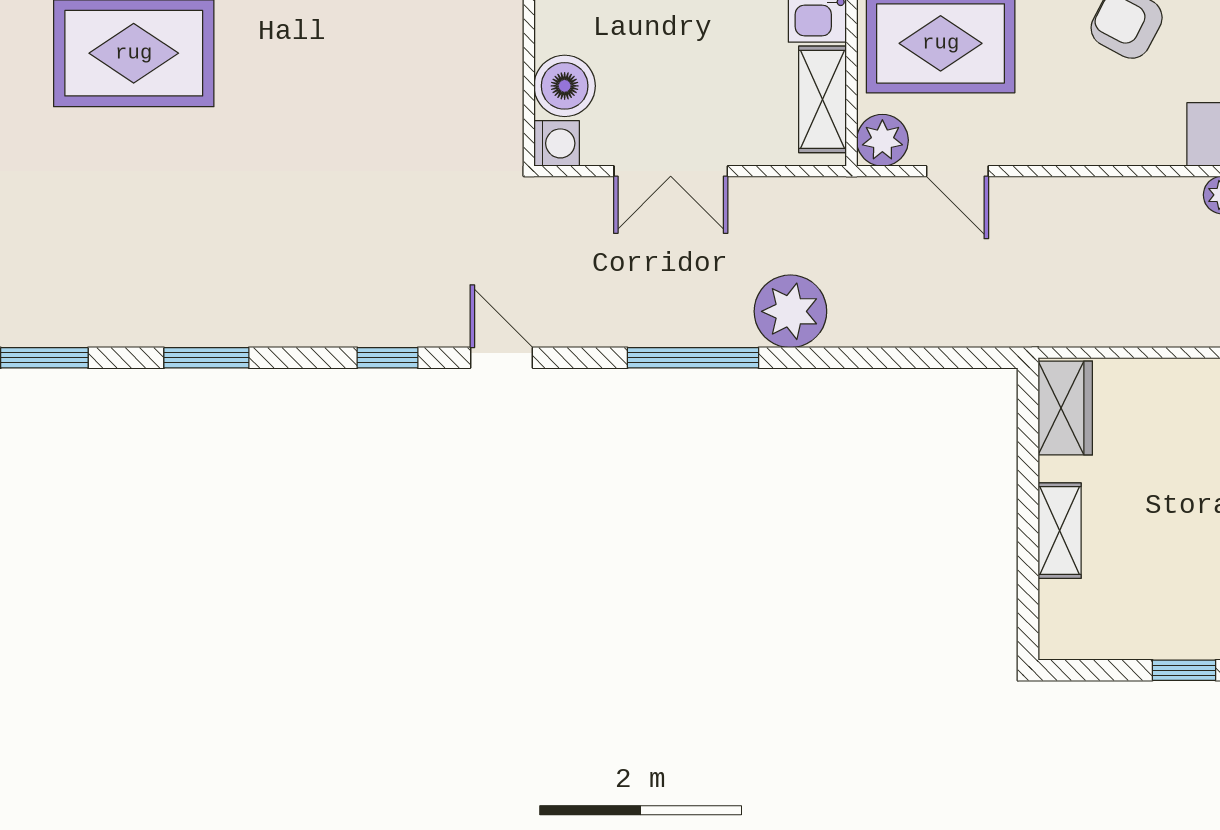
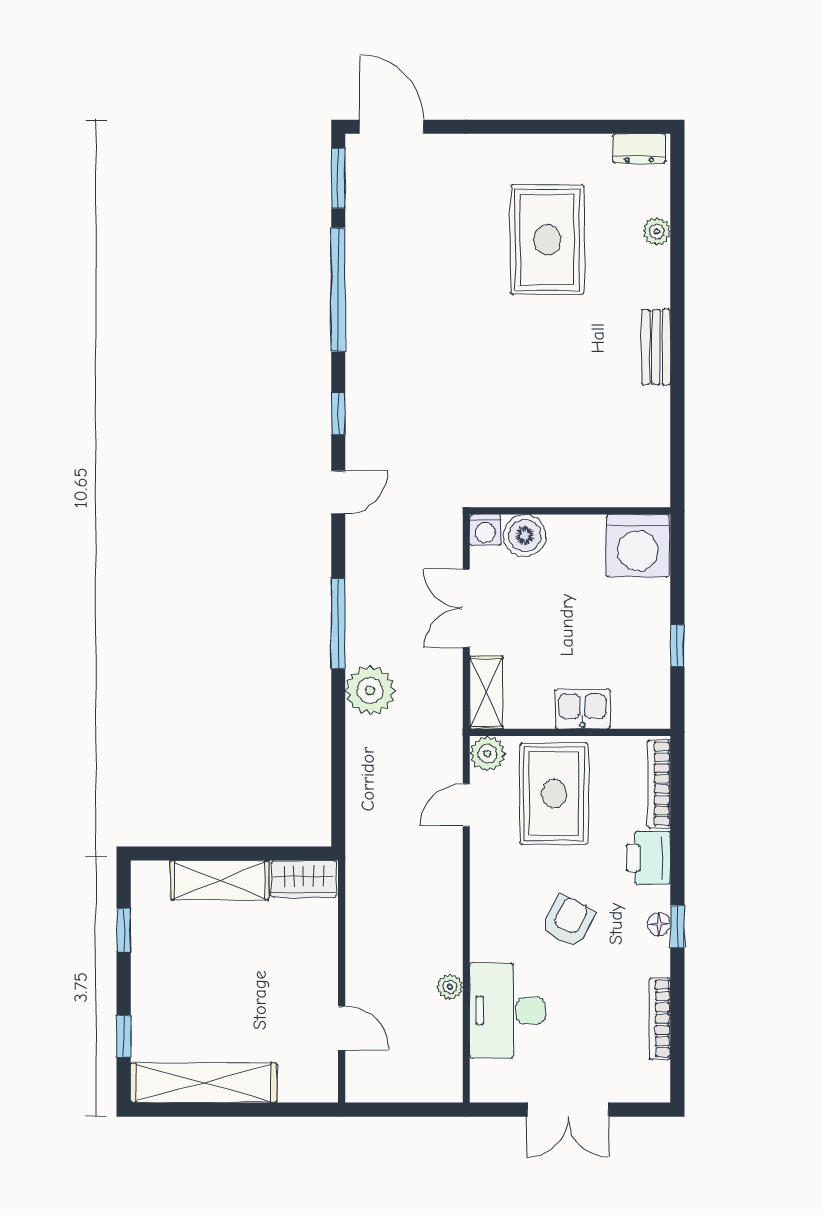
shelving: (823, 99) -> (486, 692), moved, turned 90
window: (206, 358) -> (338, 290), width x2.11
shelving: (1060, 531) -> (220, 880), width x1.50, depth x1.33
window: (1184, 670) -> (124, 930), moved

